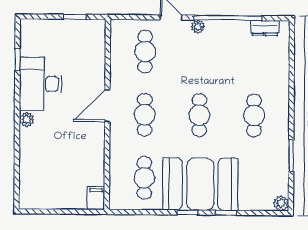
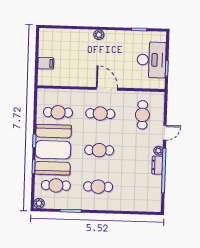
dresser: (265, 28) -> (157, 165), moved
cafe table: (145, 52) -> (142, 115), turned 90
desk: (41, 84) -> (151, 60), moved, turned 90
cafe table: (254, 179) -> (56, 185), added
filing cabinet: (96, 198) -> (46, 63), moved

